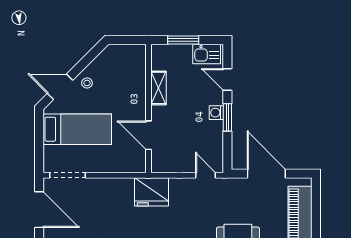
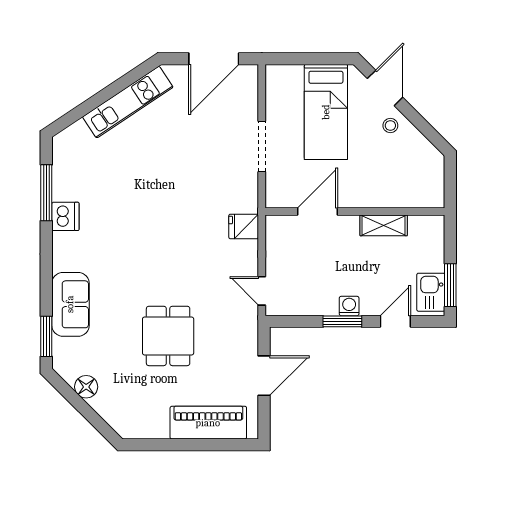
window: (183, 40) -> (450, 285), moved
door: (266, 174) -> (264, 376), width x0.73
doorway: (68, 175) -> (262, 147), moved
door: (206, 175) -> (262, 291), swing flipped
fridge: (151, 192) -> (244, 226), width x0.53, depth x0.75

